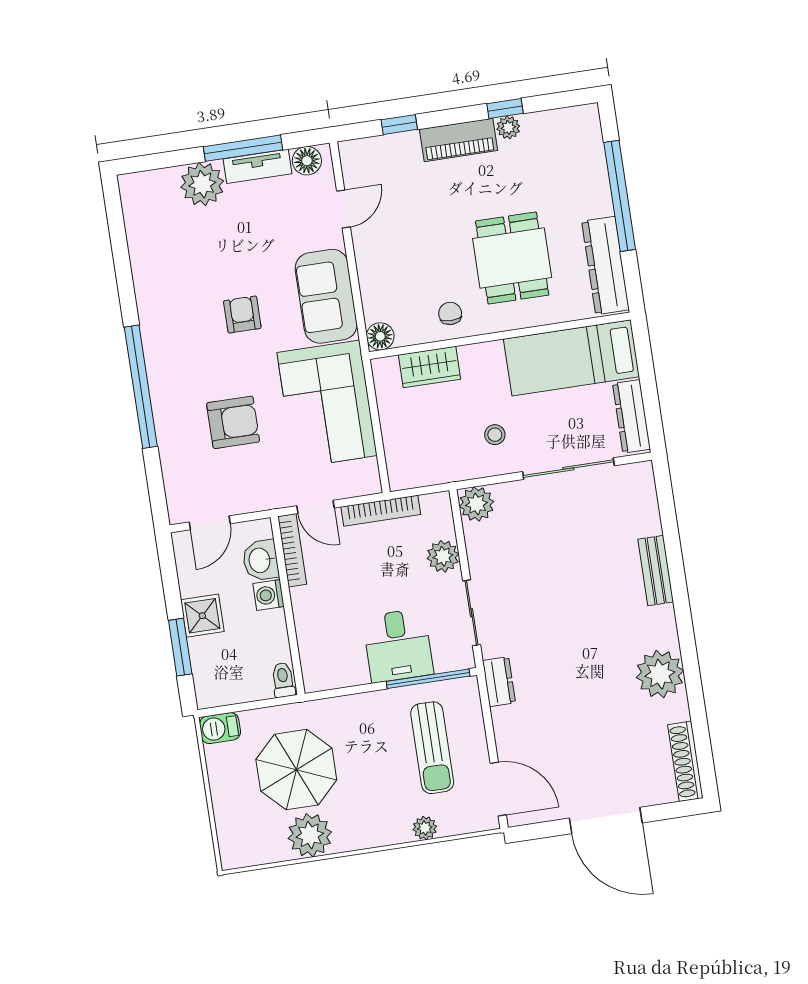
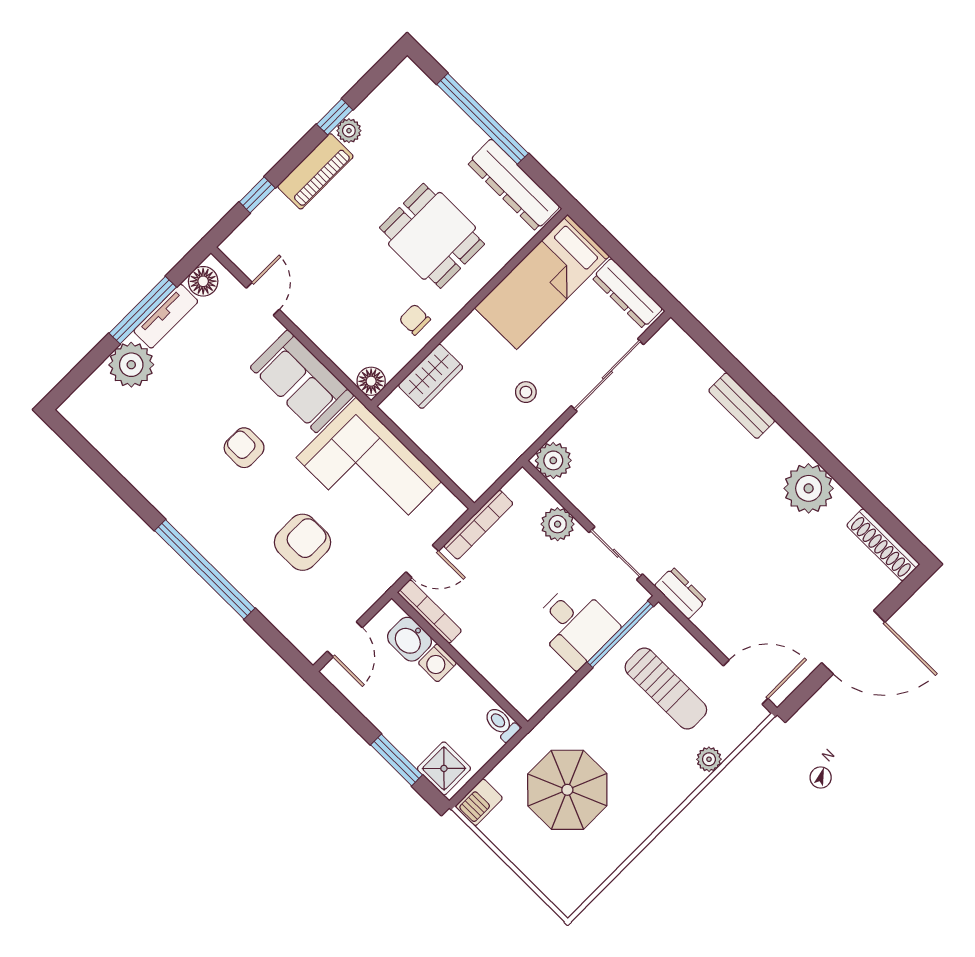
shower: (202, 616) -> (444, 768), moved
plant: (310, 835) -> (619, 836), removed

